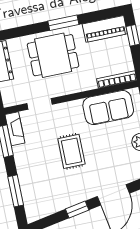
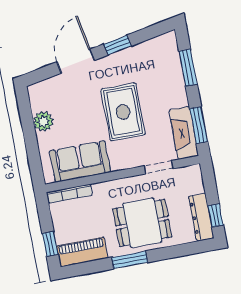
fireplace: (15, 129) -> (184, 133), width x1.37, depth x1.32
rug: (71, 151) -> (123, 112), width x1.36, depth x1.43

